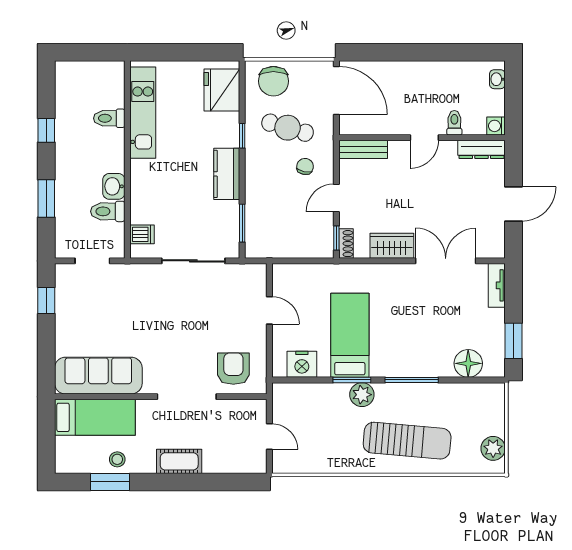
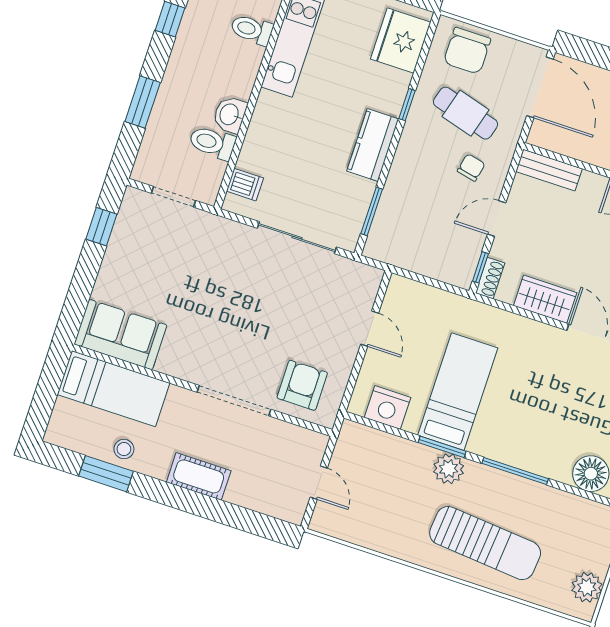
sofa: (98, 376) -> (120, 335), width x0.73

